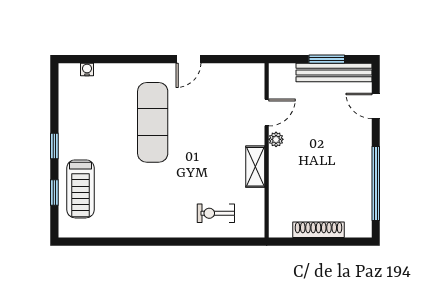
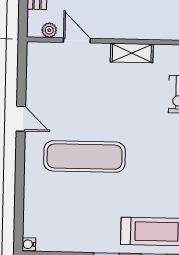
water cooler: (87, 70) -> (29, 244), moved
plant: (276, 139) -> (49, 30), moved

